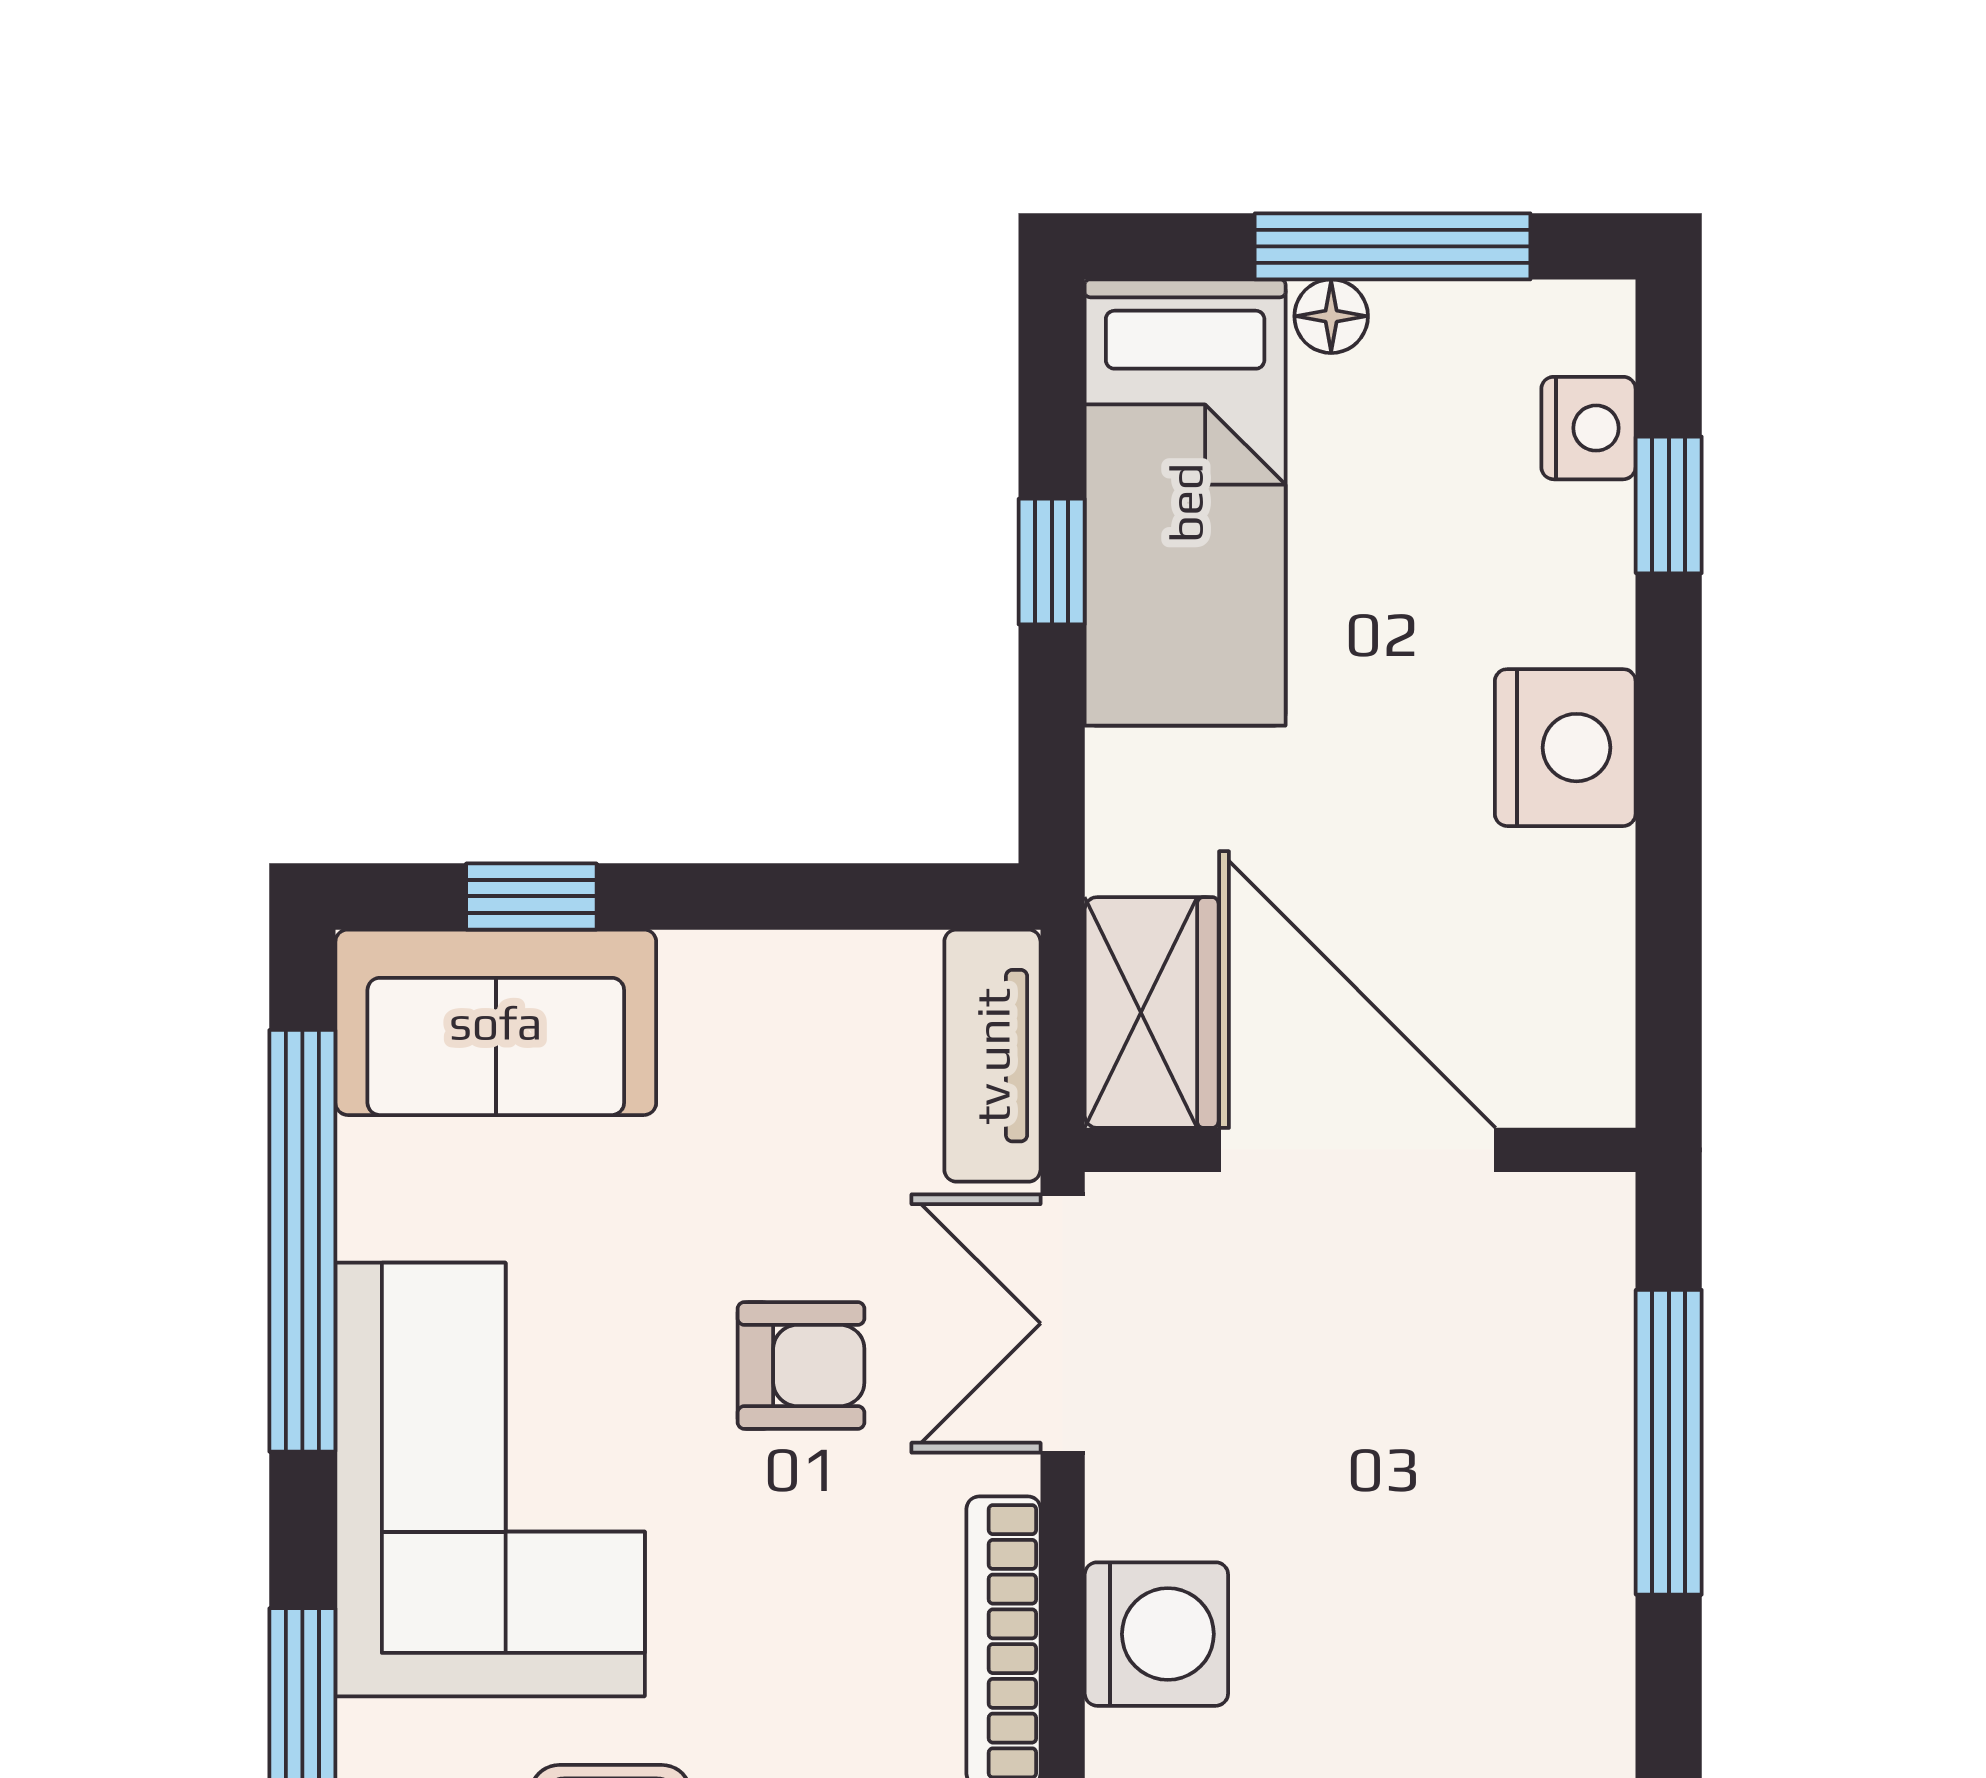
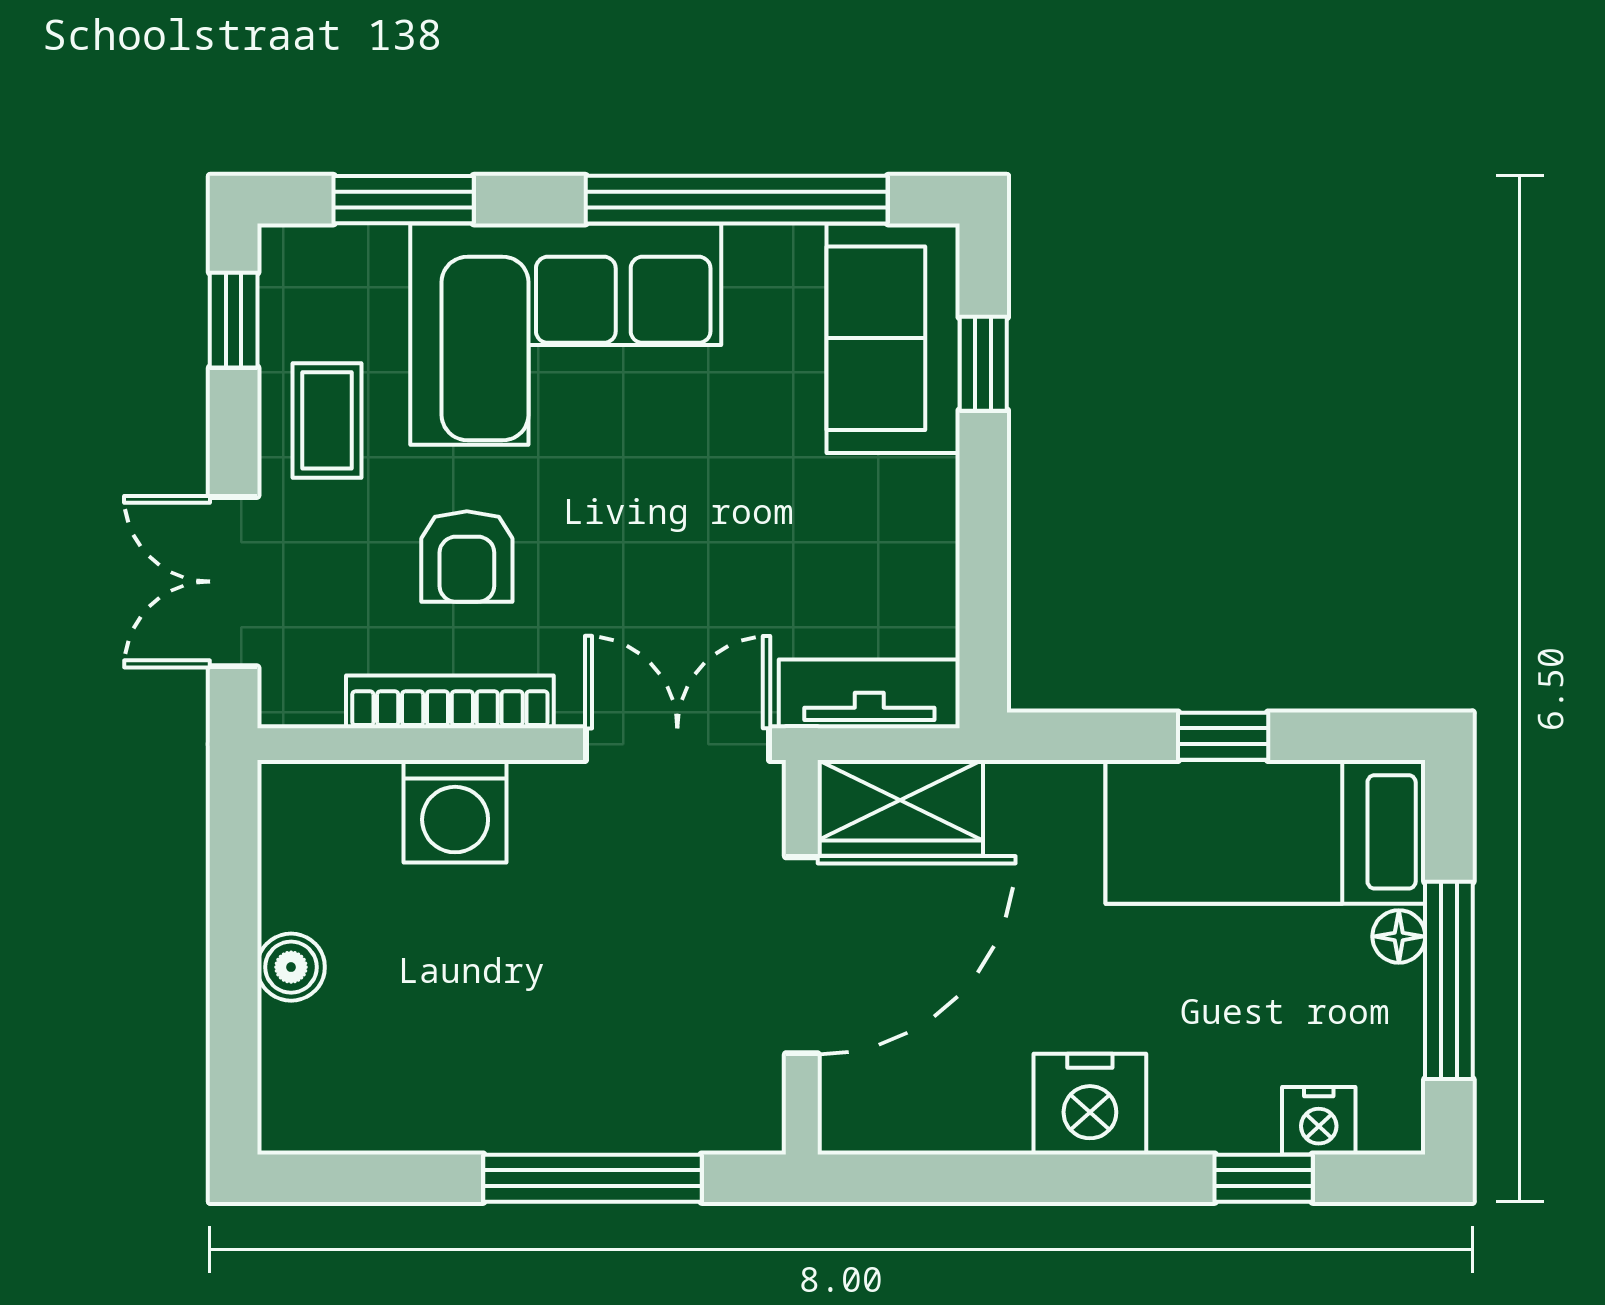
armchair: (801, 1366) -> (467, 557), moved

